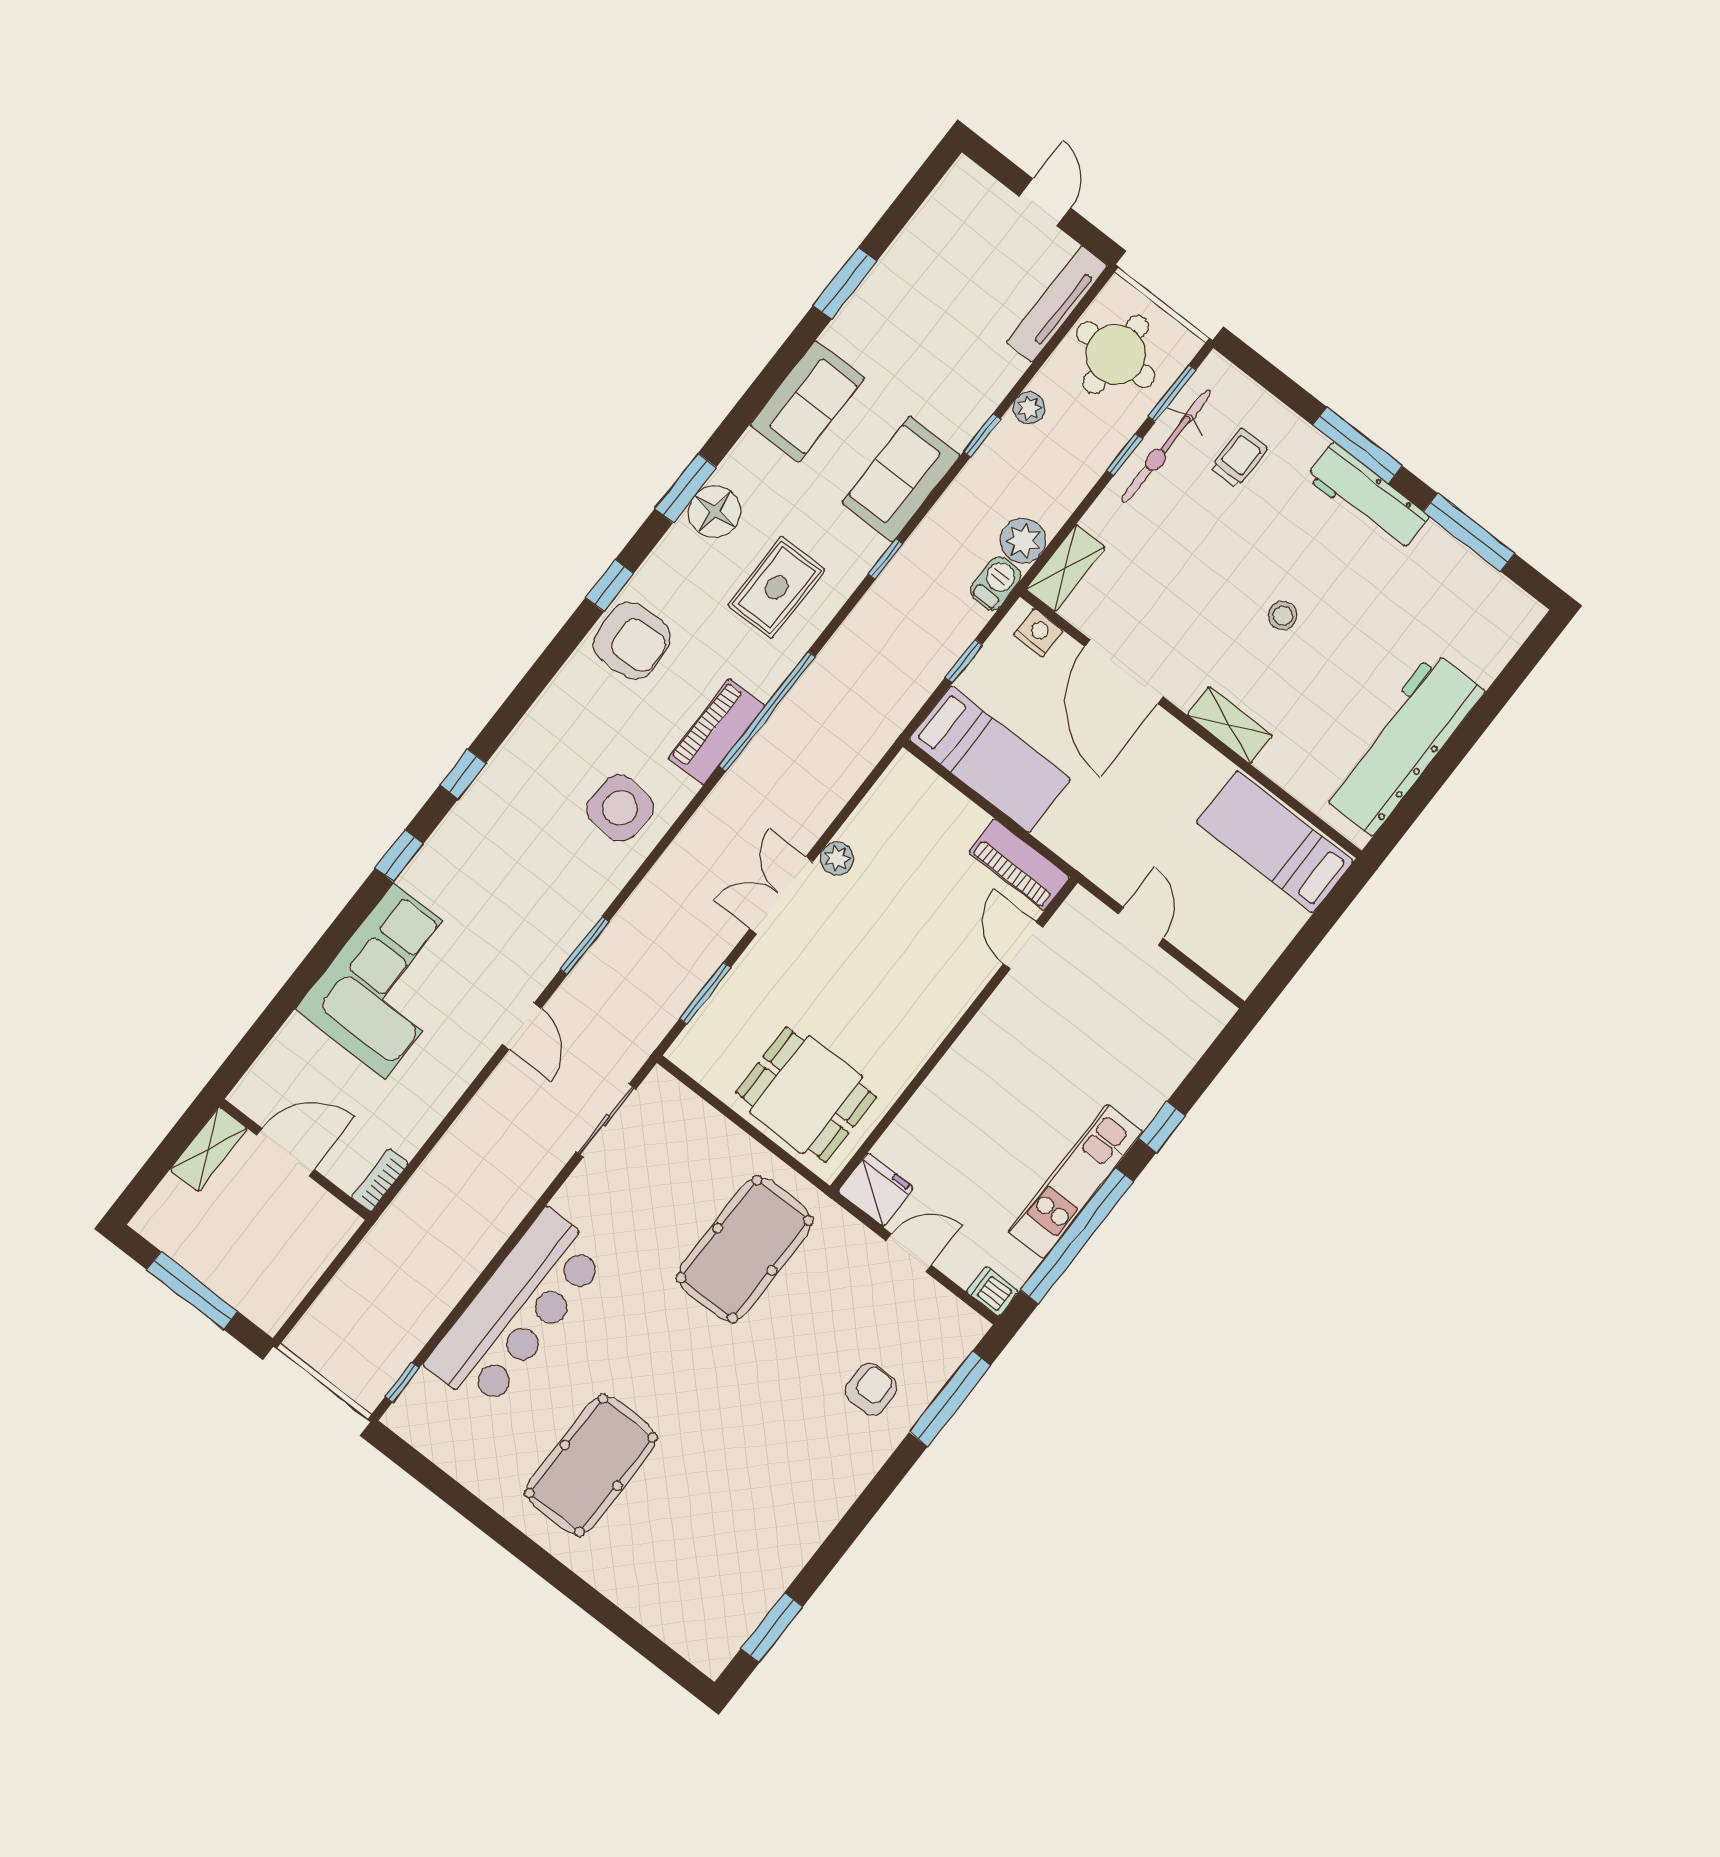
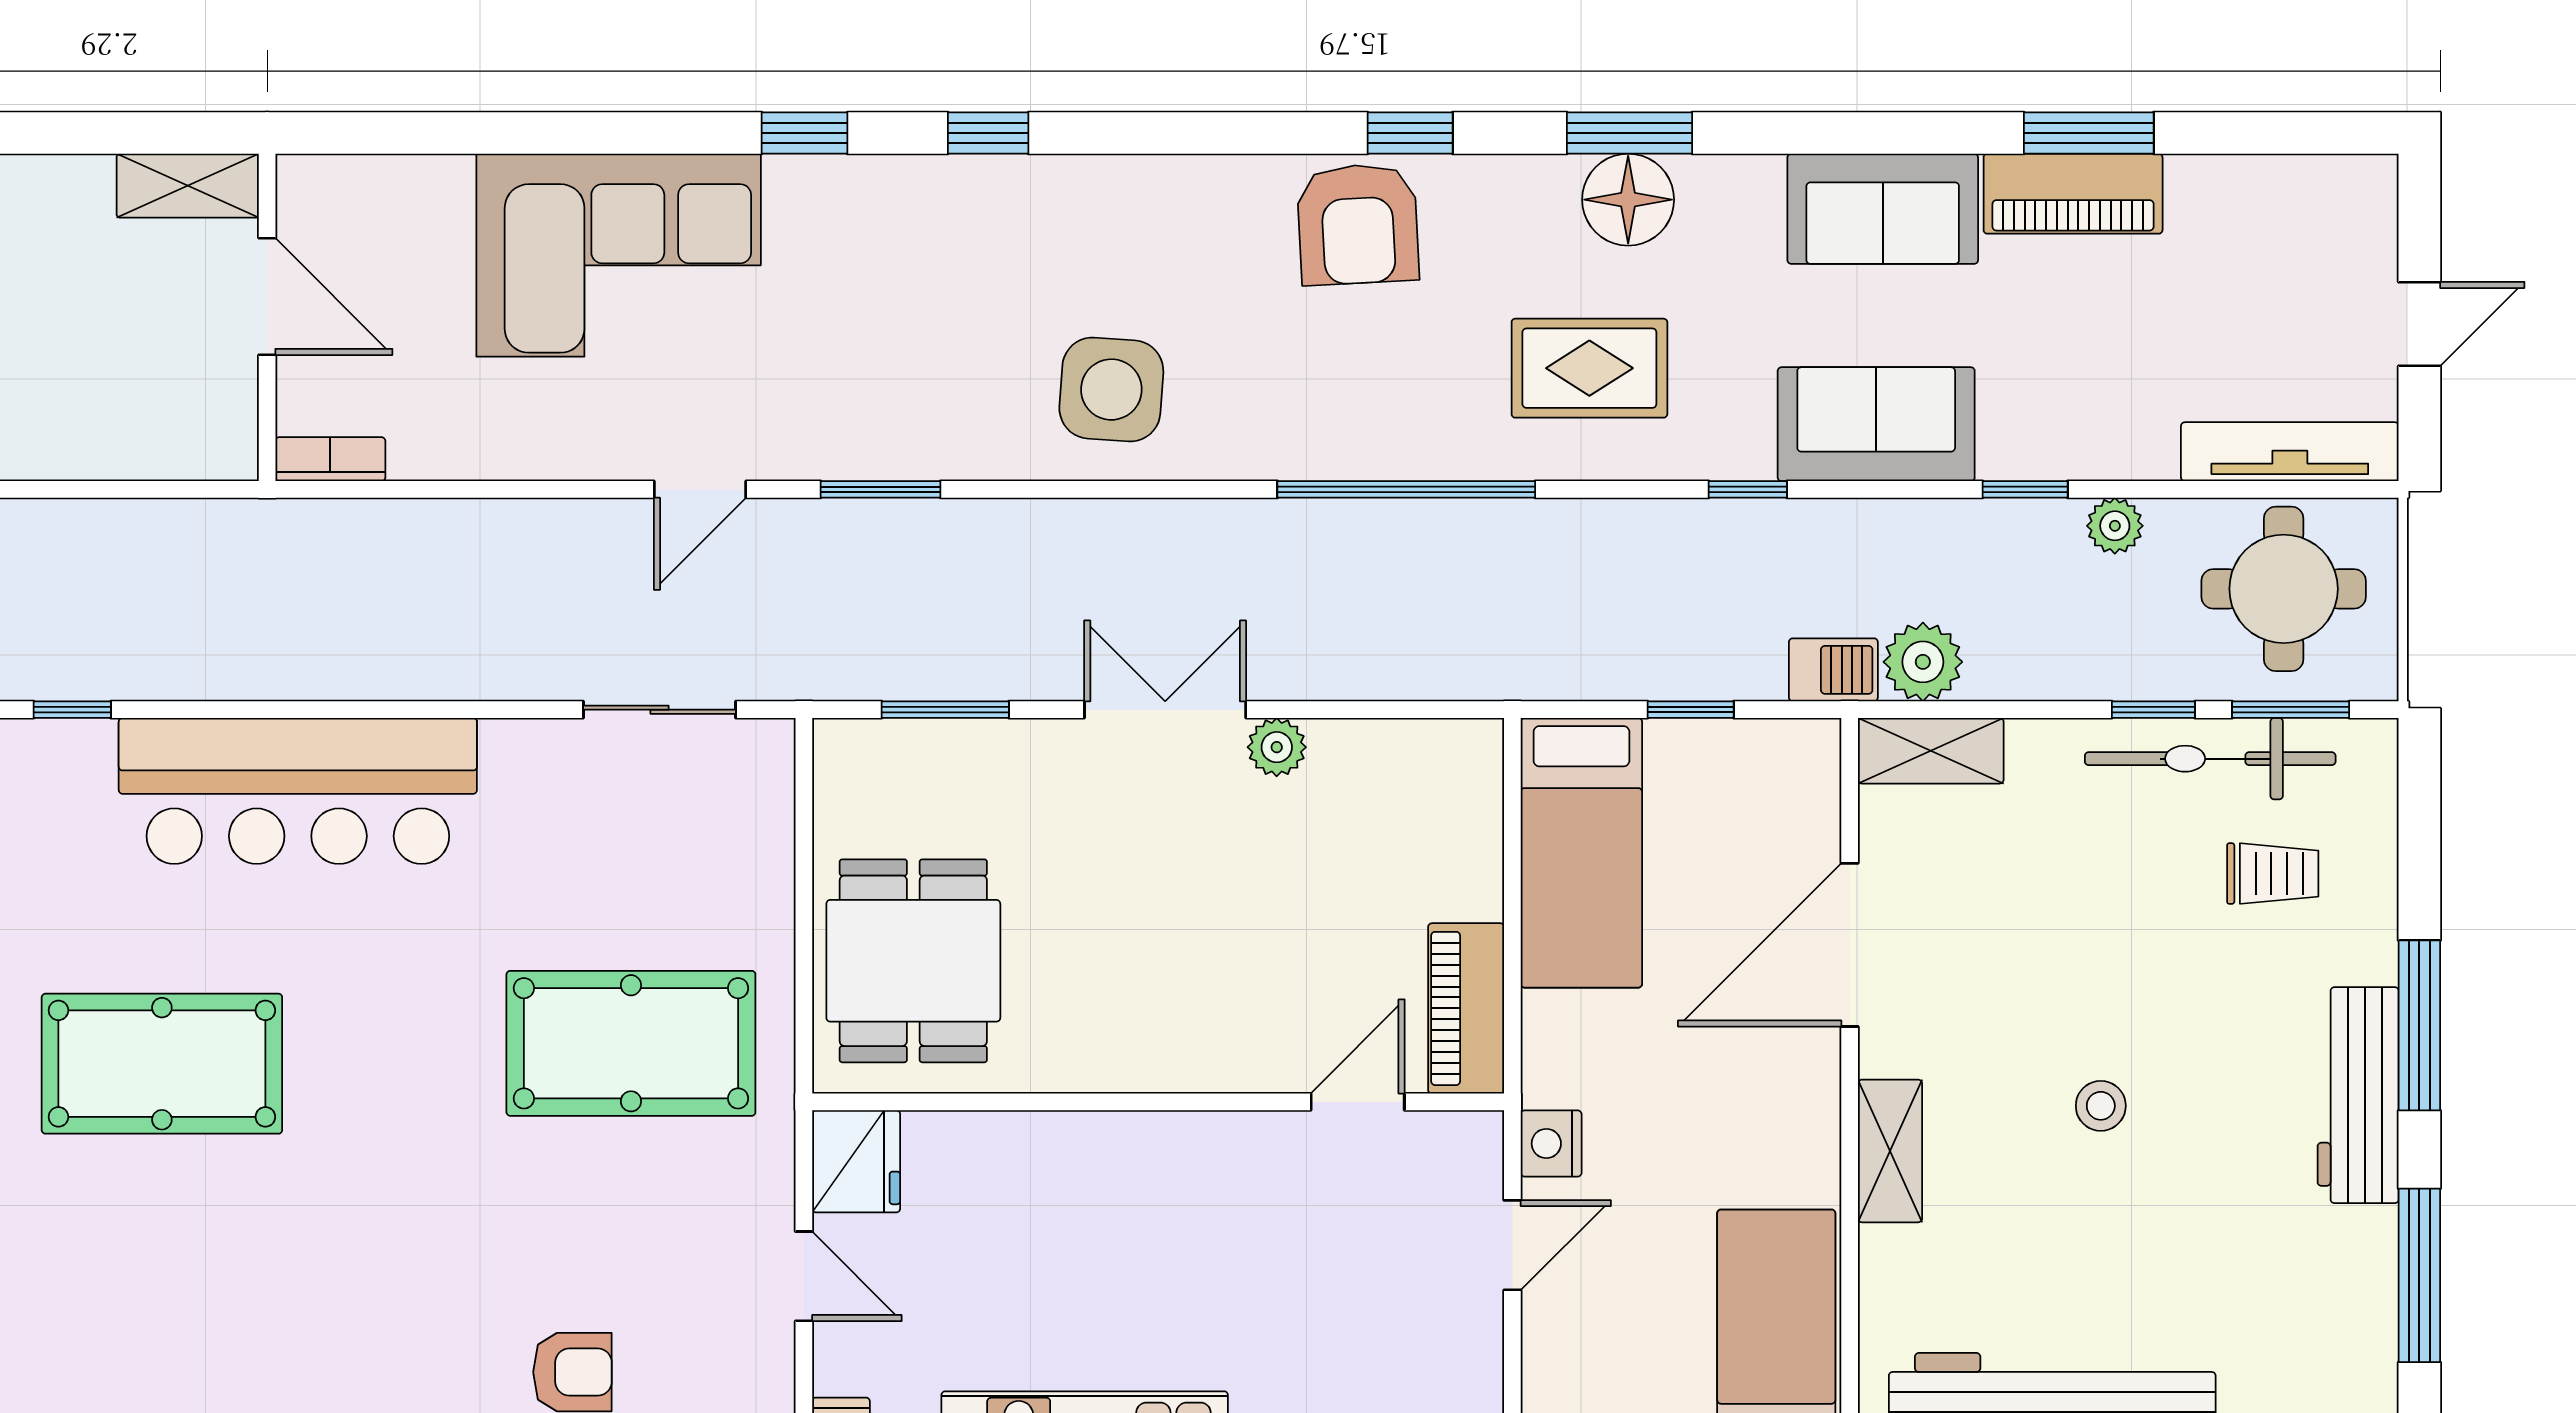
nightstand: (1038, 633) -> (1551, 1144), moved, turned 180
piano: (716, 732) -> (2073, 194), moved, turned 180

